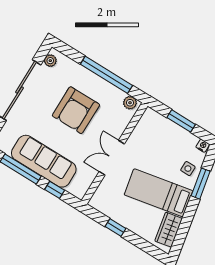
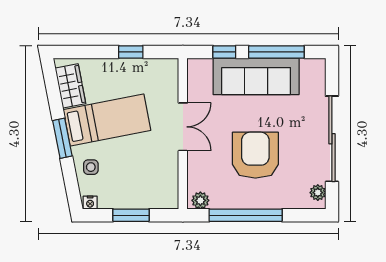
window: (201, 184) -> (62, 138), moved

